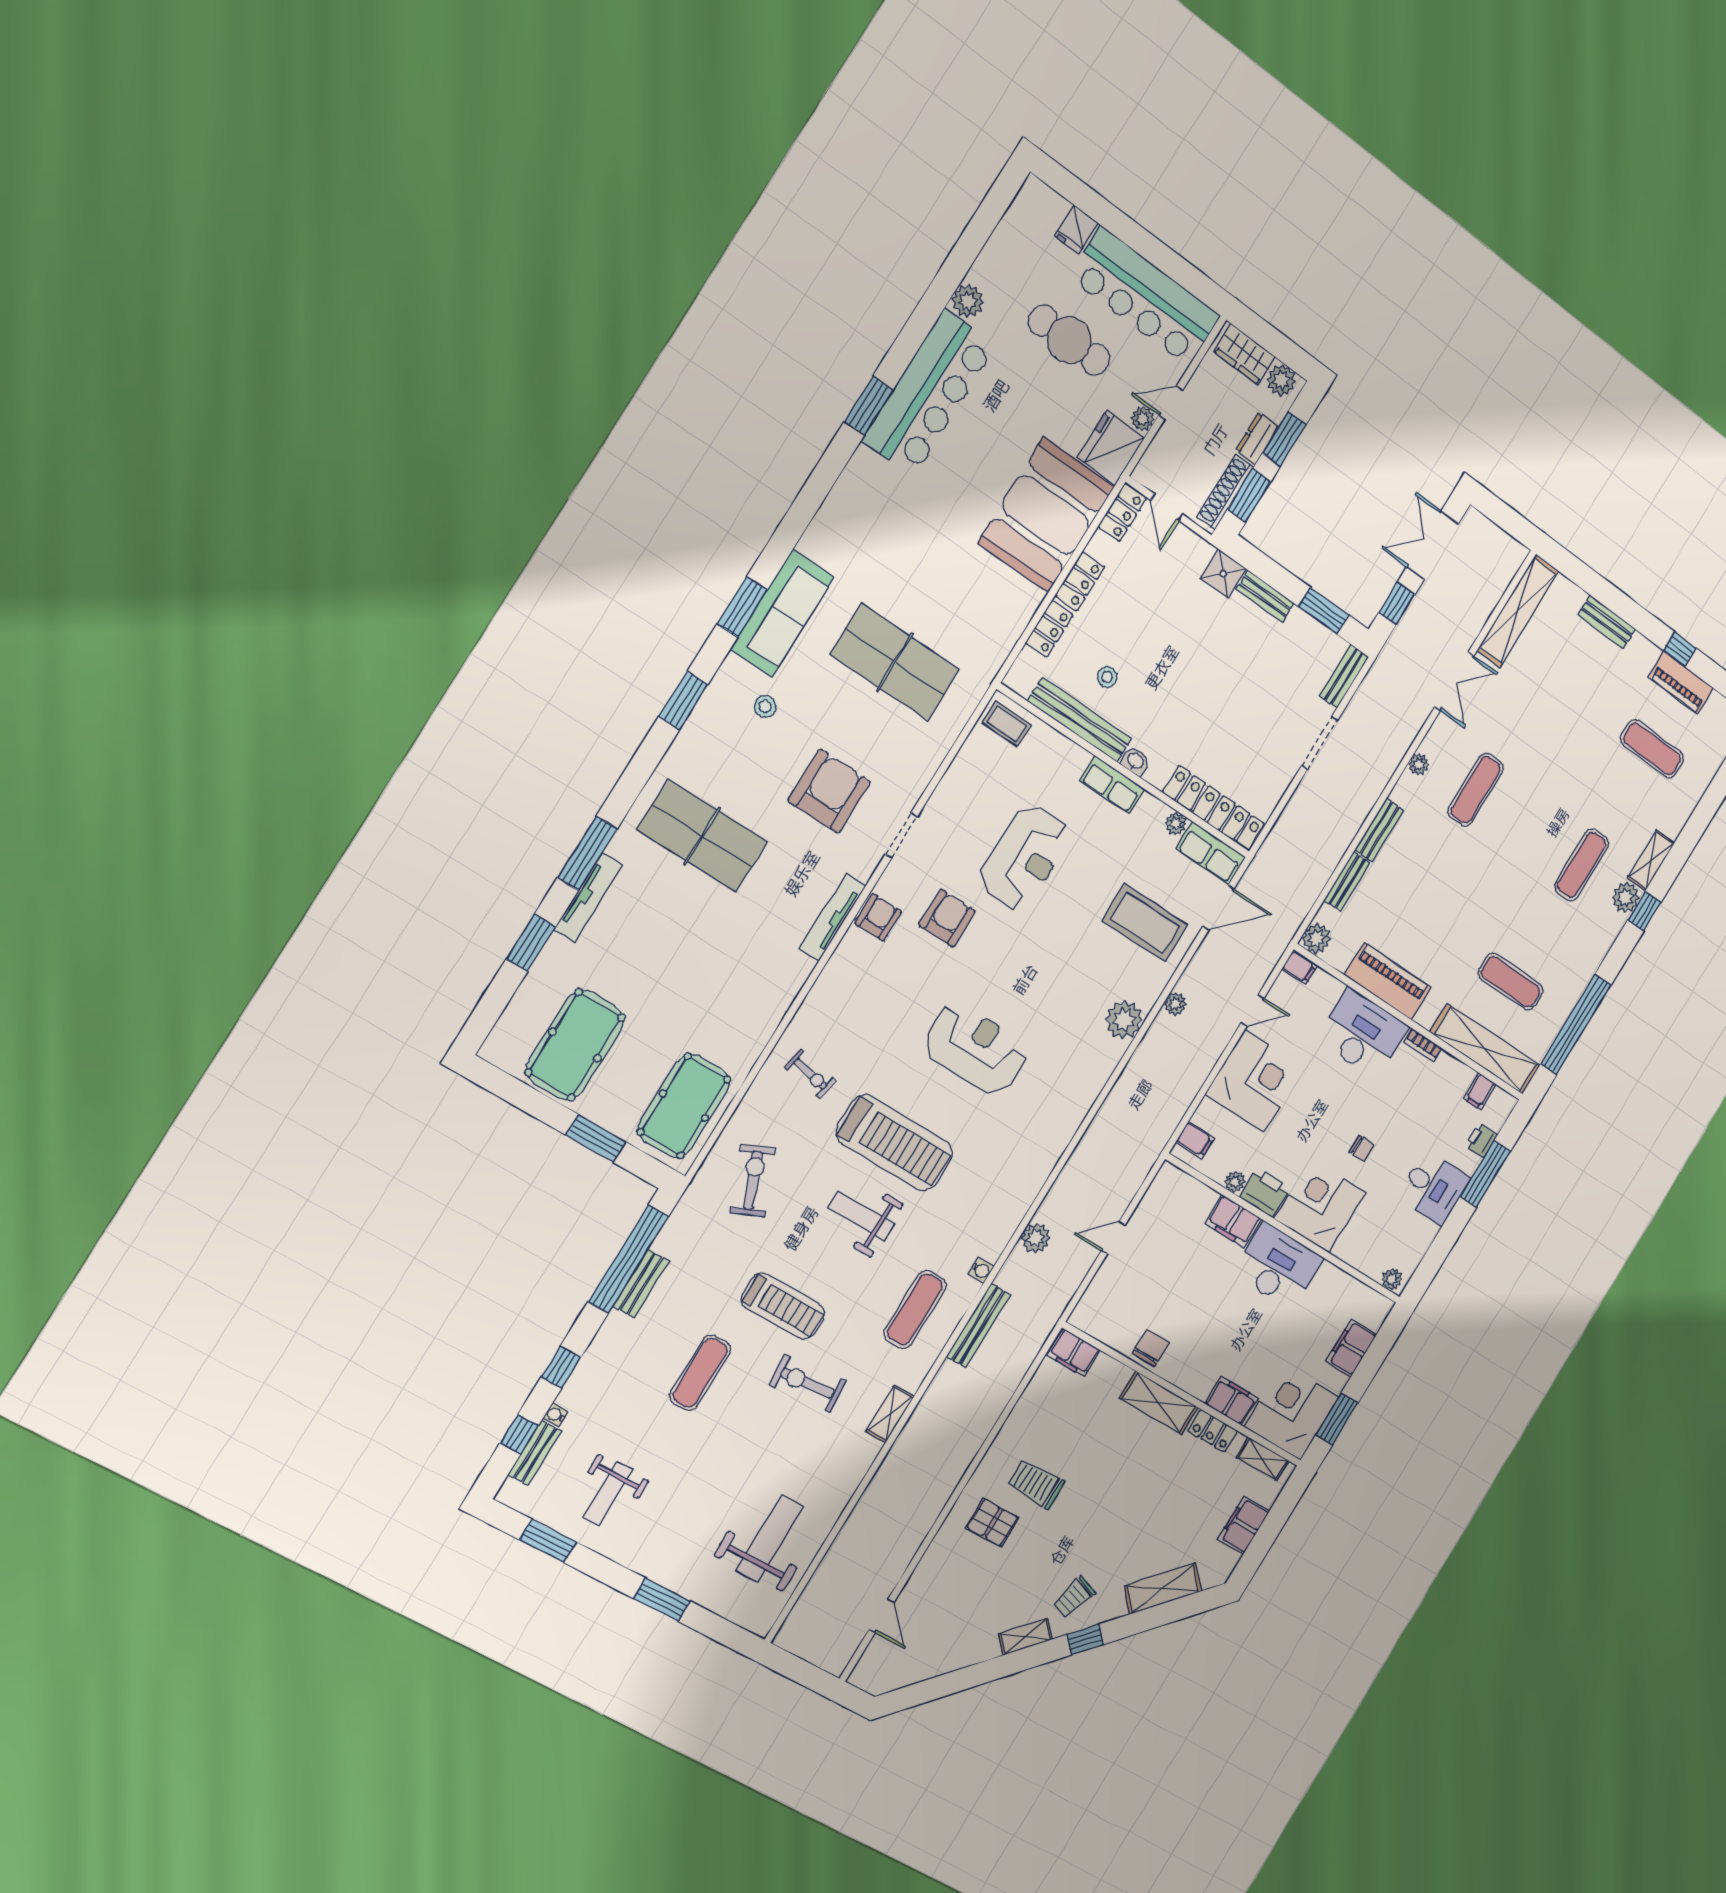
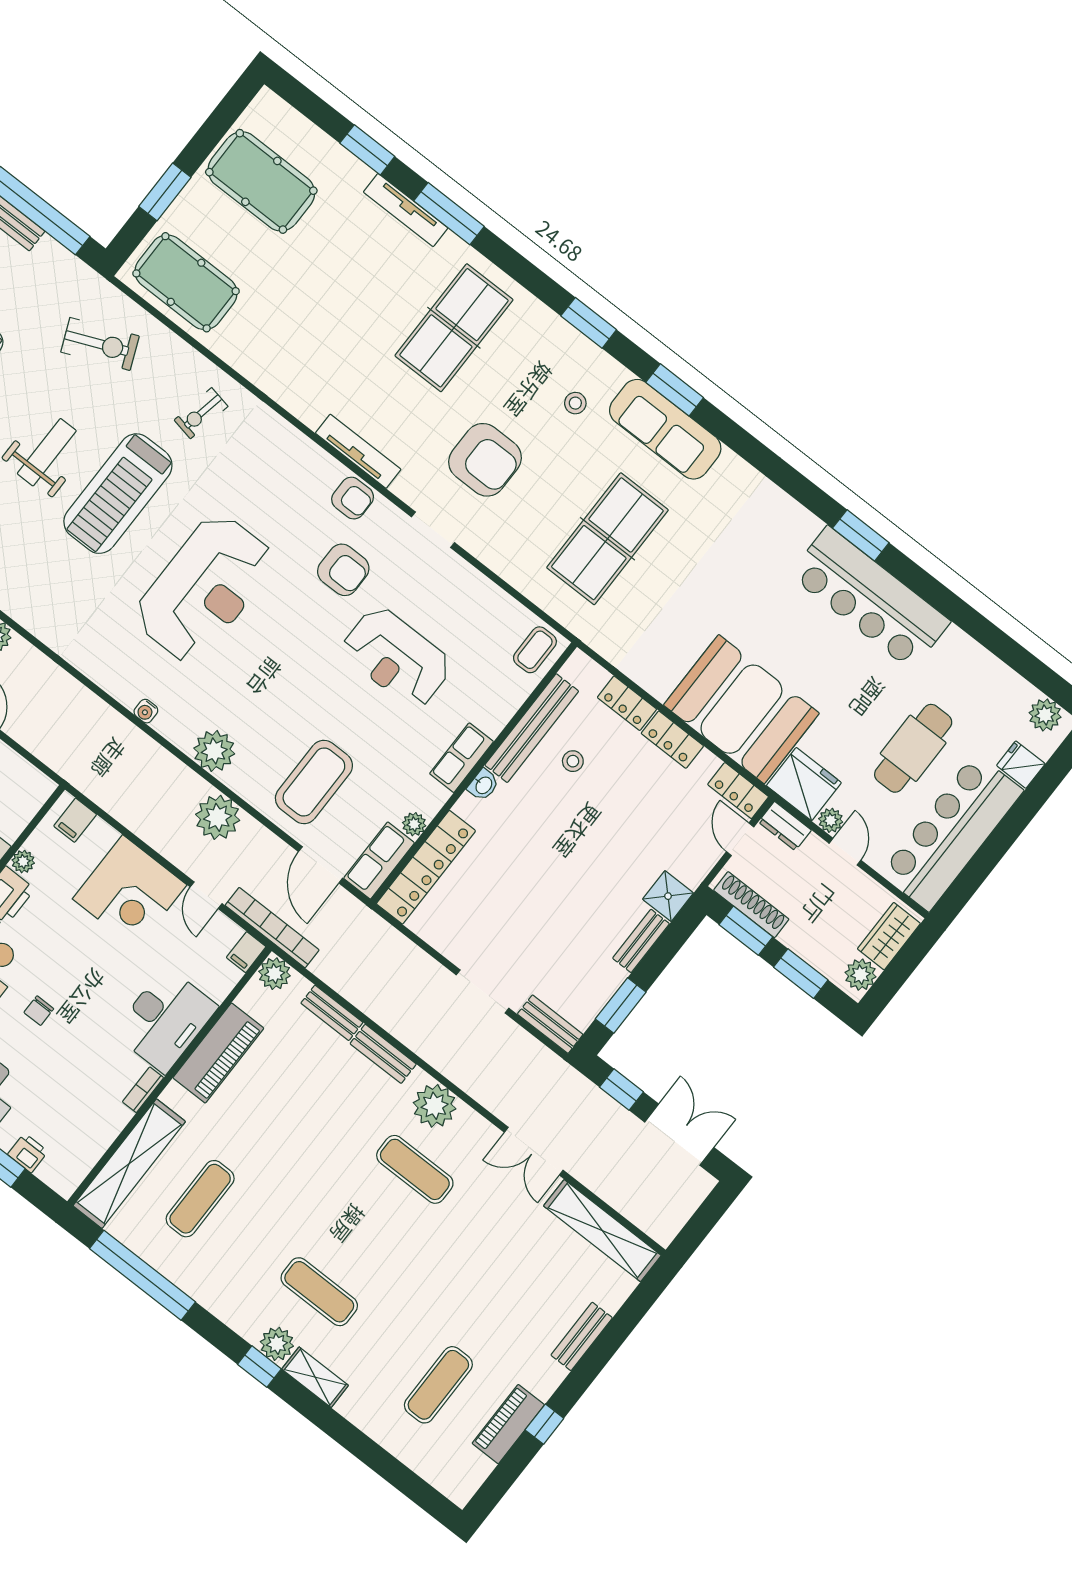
plant: (968, 301) -> (1045, 715), moved
dresser: (1257, 439) -> (785, 826), moved, turned 180
door: (1167, 507) -> (740, 839), hinge flipped
plant: (1419, 764) -> (435, 1106), width x1.88, depth x1.88
bookcase: (1277, 946) -> (272, 928), added
plant: (1175, 1004) -> (218, 817), width x1.88, depth x1.88
reception desk: (976, 1049) -> (204, 588), width x1.36, depth x1.30
water cooler: (1093, 1088) -> (146, 711), added
filing cabinet: (1480, 1092) -> (83, 1155), removed

